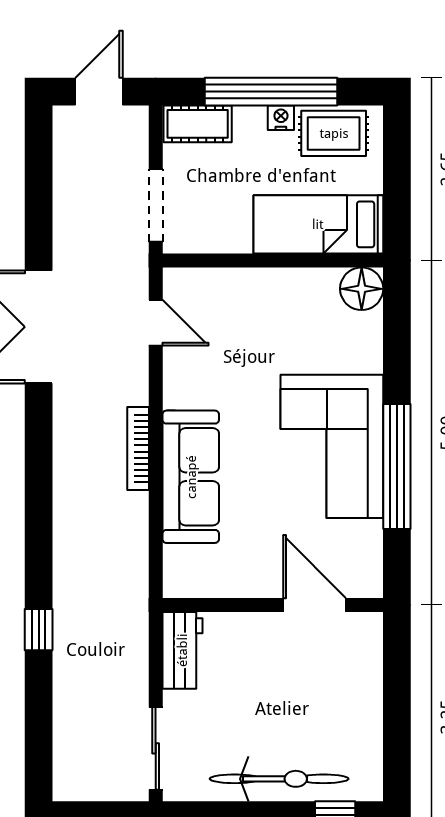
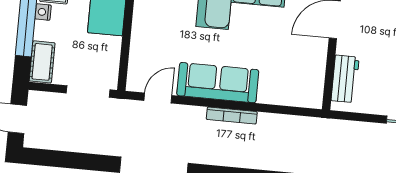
sofa: (191, 477) -> (218, 83), moved
workbench: (182, 650) -> (345, 79), moved, turned 90

